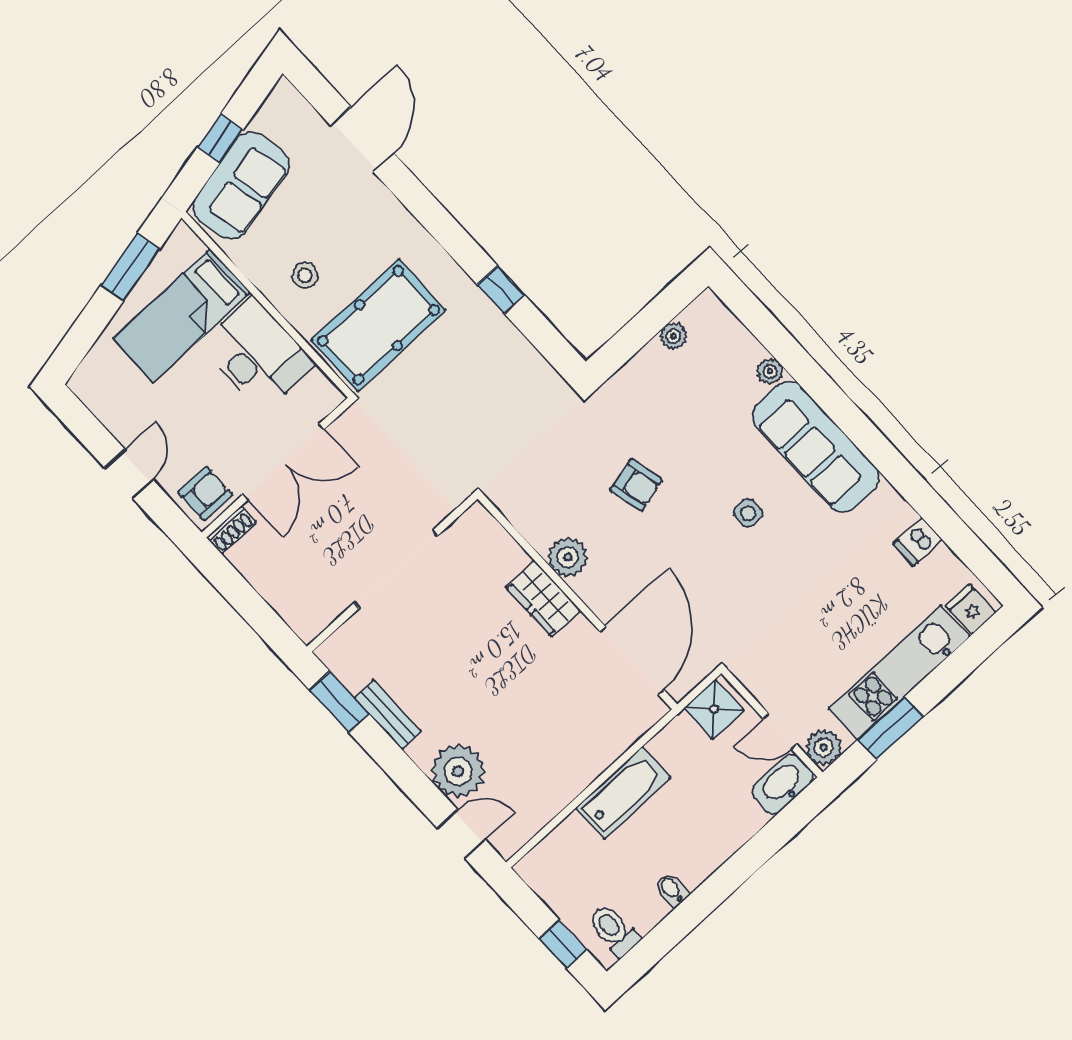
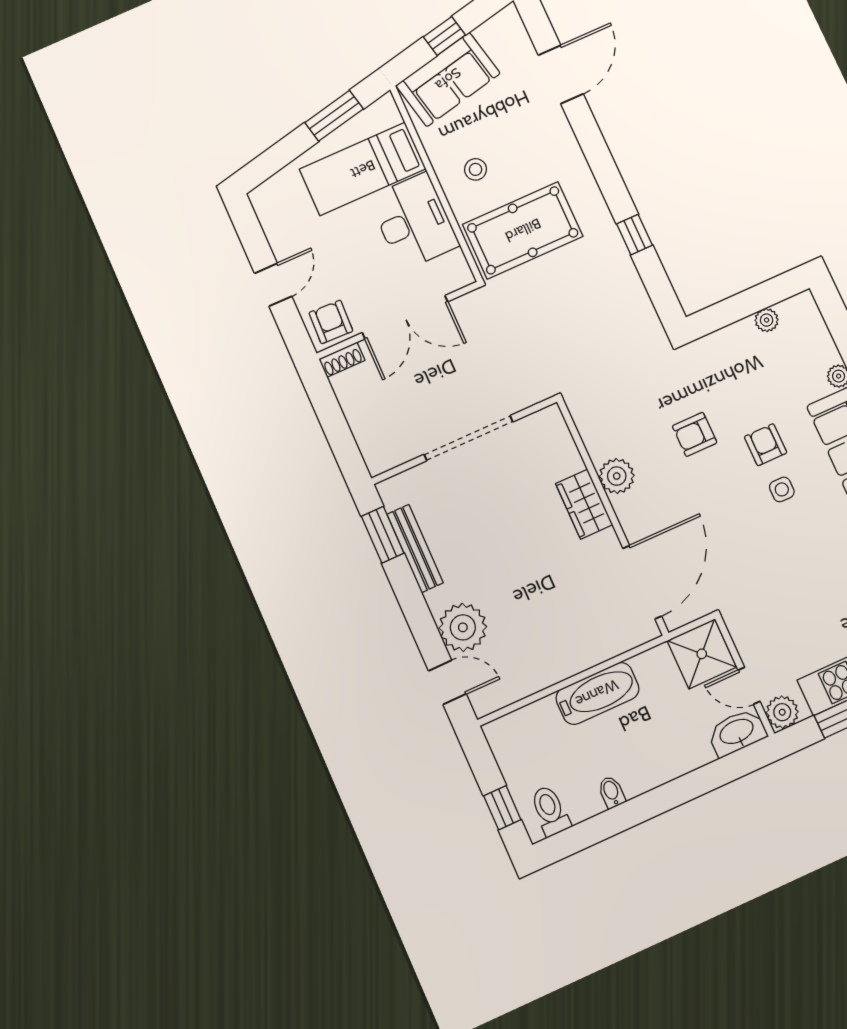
armchair: (715, 471) -> (766, 445), added
armchair: (636, 485) -> (695, 434), turned 104
armchair: (205, 493) -> (331, 322), turned -88
shower: (714, 709) -> (702, 654), width x1.36, depth x1.36
bench: (388, 715) -> (415, 548), width x1.36

